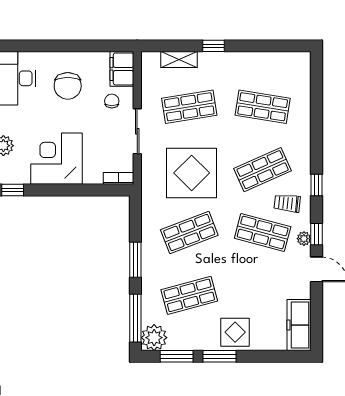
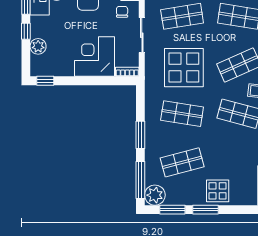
corner desk: (56, 159) -> (95, 57), moved
shop shelf: (189, 233) -> (182, 114), turned 30

